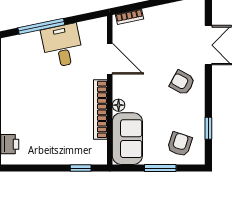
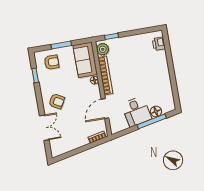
floor lamp: (32, 40) -> (156, 111), added
double door: (208, 45) -> (44, 128), swing flipped
door: (110, 59) -> (105, 109), hinge flipped
armchair: (180, 144) -> (52, 62), turned -108
plant: (97, 150) -> (103, 49), added

